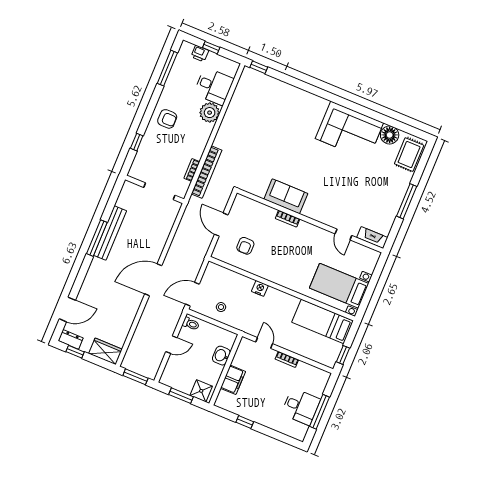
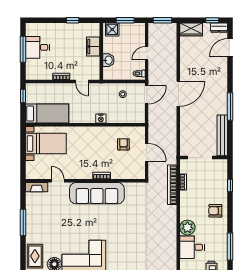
sofa: (286, 196) -> (97, 193), width x1.85, depth x1.27
bench: (110, 233) -> (222, 135), moved

